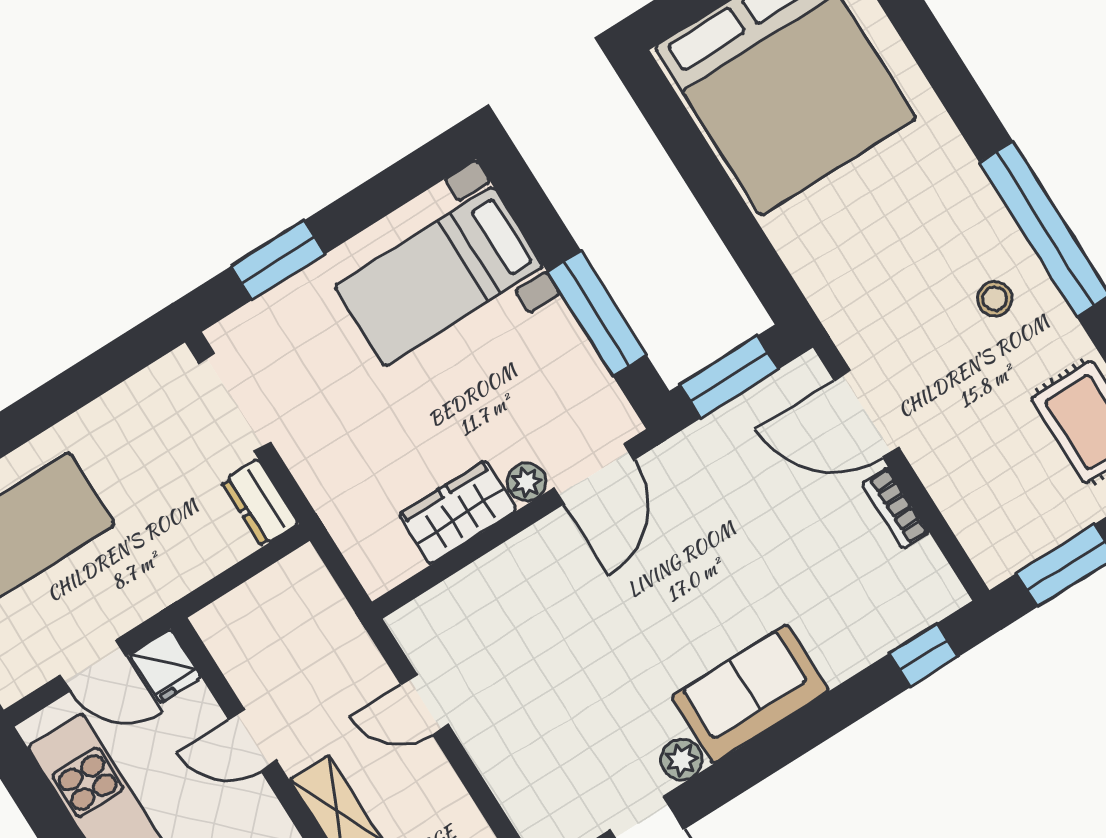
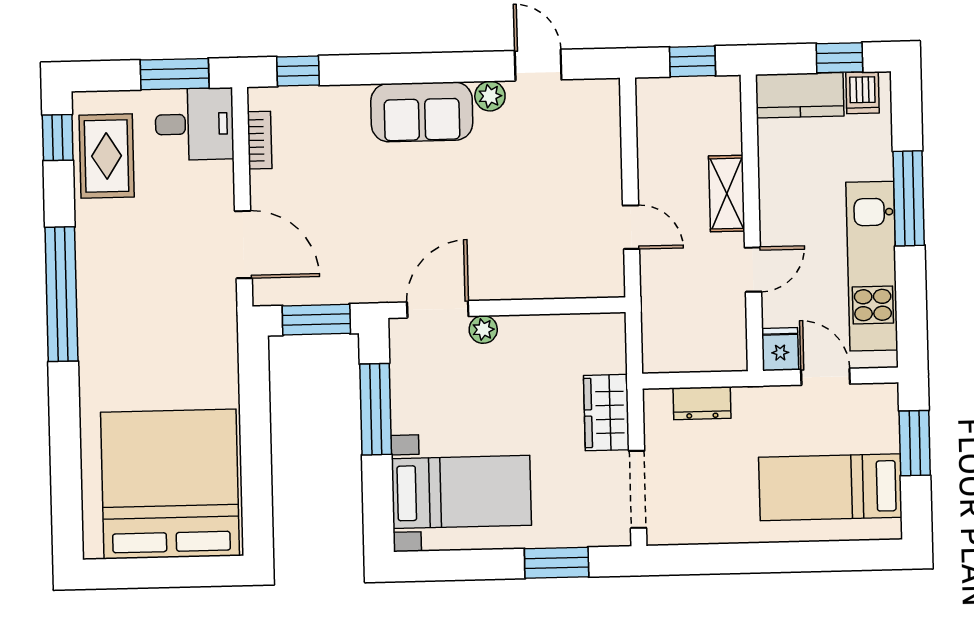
stool: (995, 299) -> (119, 269), removed
dresser: (260, 503) -> (702, 403), moved, turned 90
bookcase: (895, 508) -> (260, 140), moved
wardrobe: (458, 512) -> (606, 413), moved, turned 90
desk: (1008, 521) -> (194, 124), added
door: (253, 740) -> (753, 270), hinge flipped

